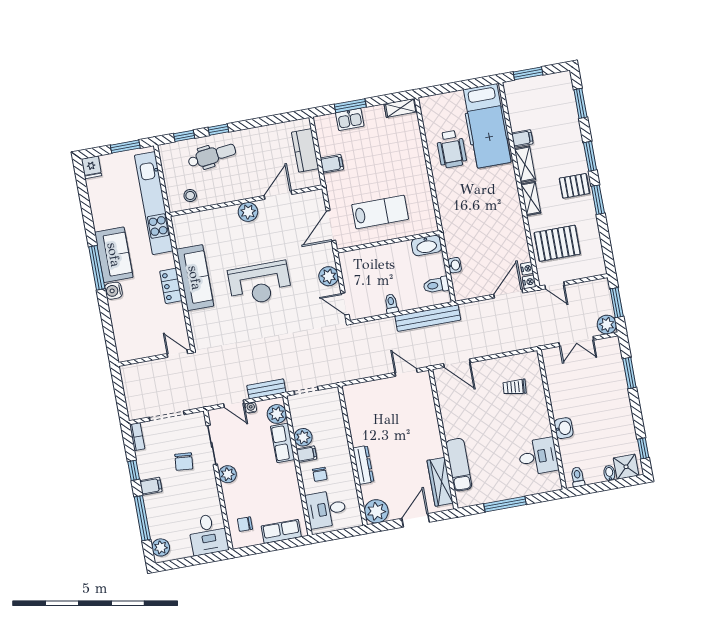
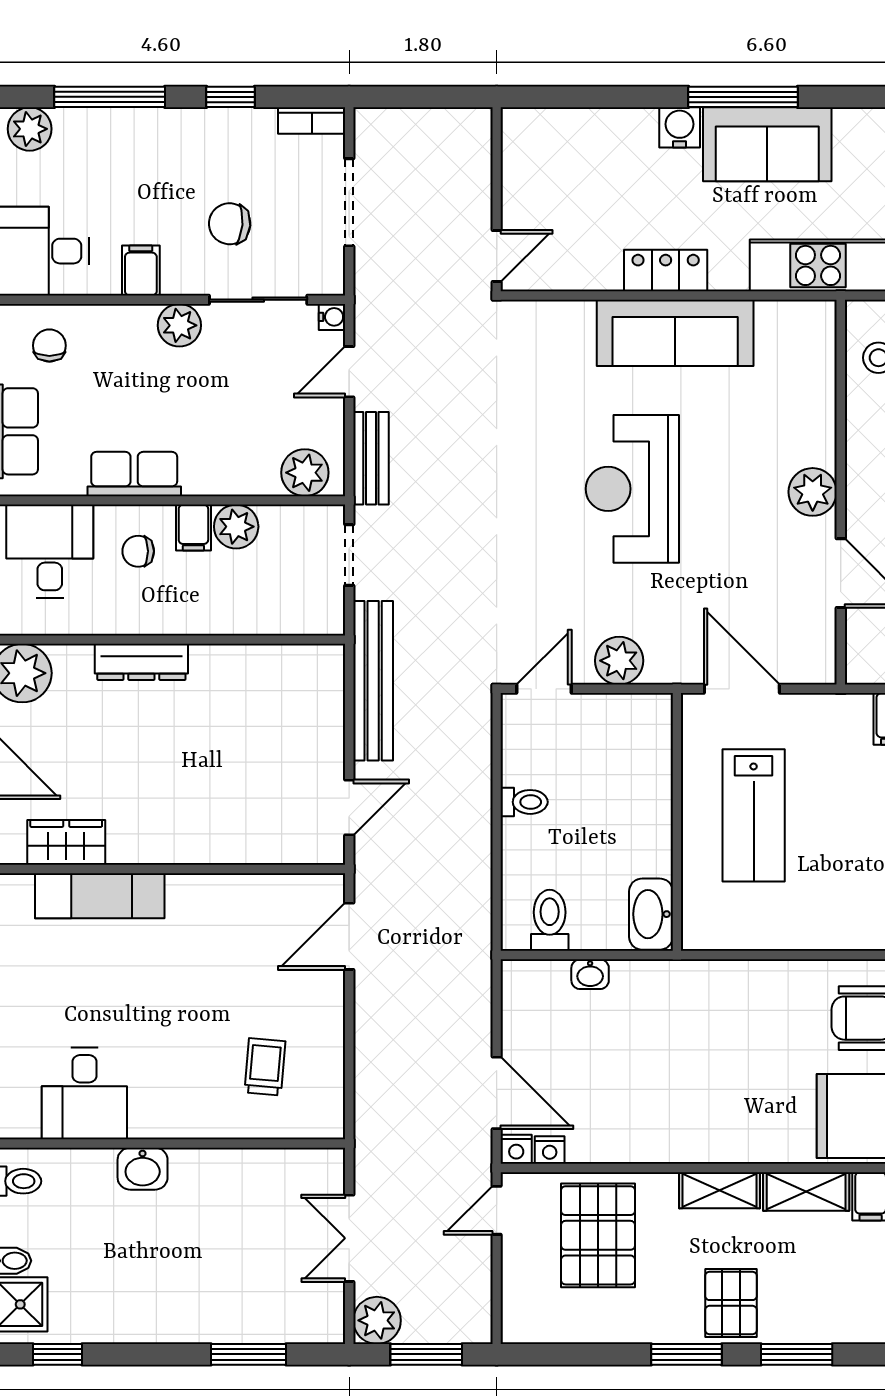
bench: (428, 318) -> (373, 681), moved
water cooler: (251, 408) -> (332, 317), moved
row of seats: (283, 443) -> (134, 474), moved
wardrobe: (440, 482) -> (66, 842), width x0.67
filing cabinet: (151, 486) -> (141, 271), moved, turned 180

